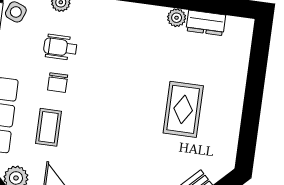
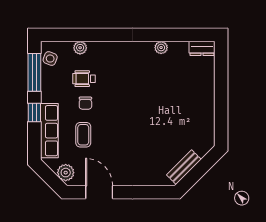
dresser: (206, 23) -> (202, 48), moved
rug: (183, 109) -> (174, 110), removed

